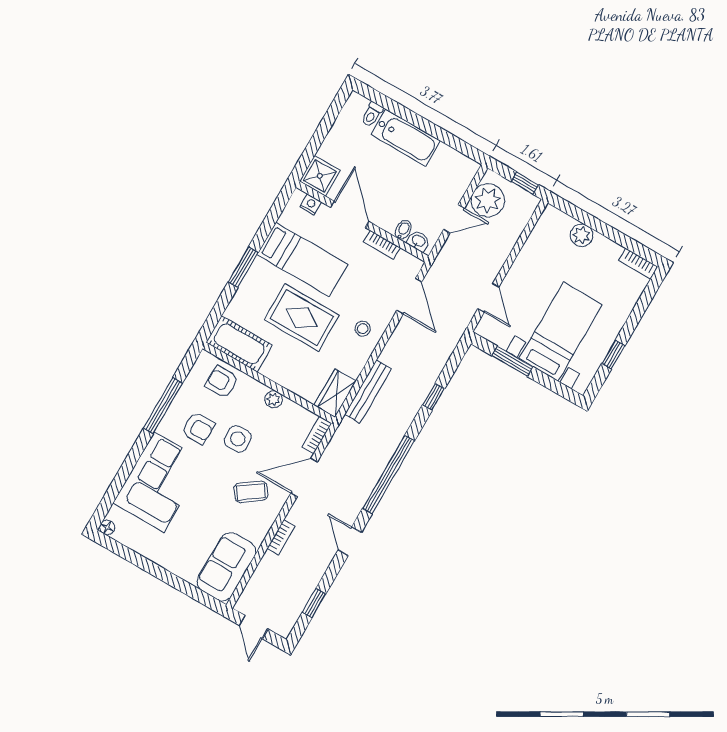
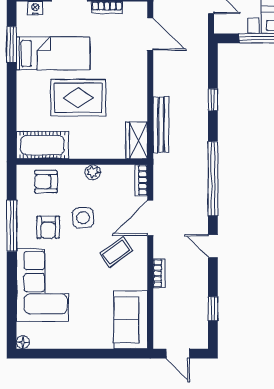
window: (243, 267) -> (12, 44), moved
stool: (363, 329) -> (129, 79), removed
armchair: (198, 428) -> (48, 227), turned 90

